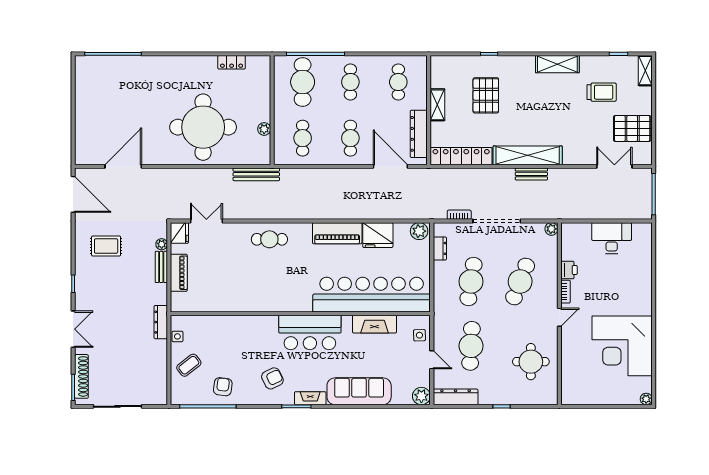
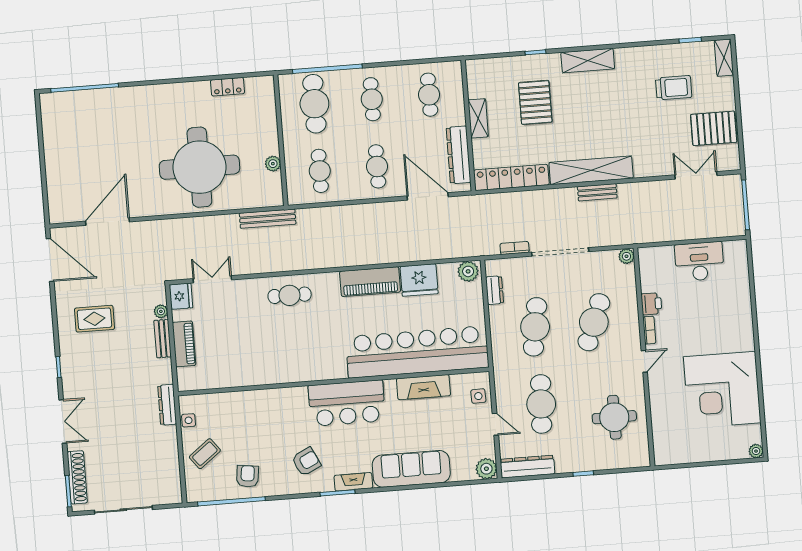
shelving: (557, 64) -> (588, 61), moved

